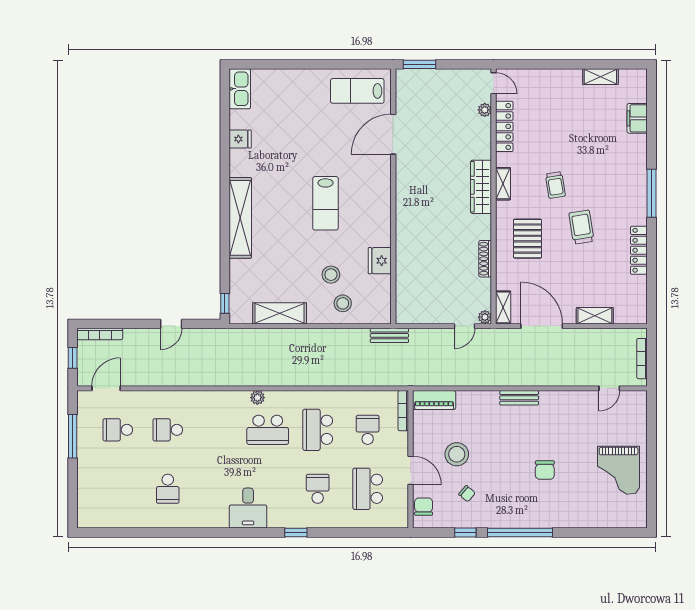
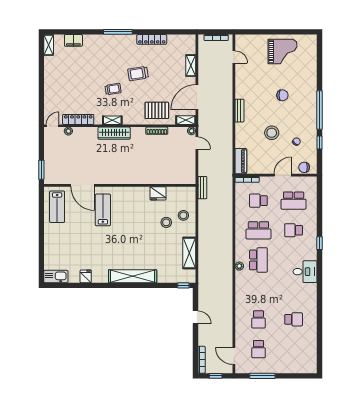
shelving: (600, 77) -> (49, 45), moved
lab bench: (325, 203) -> (103, 210), moved, turned -90
pallet: (527, 239) -> (157, 110), moved
stool: (457, 454) -> (272, 133), moved

